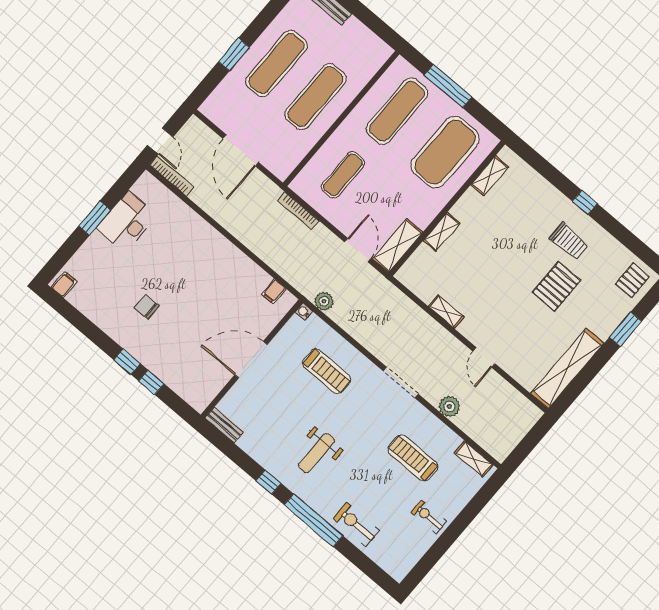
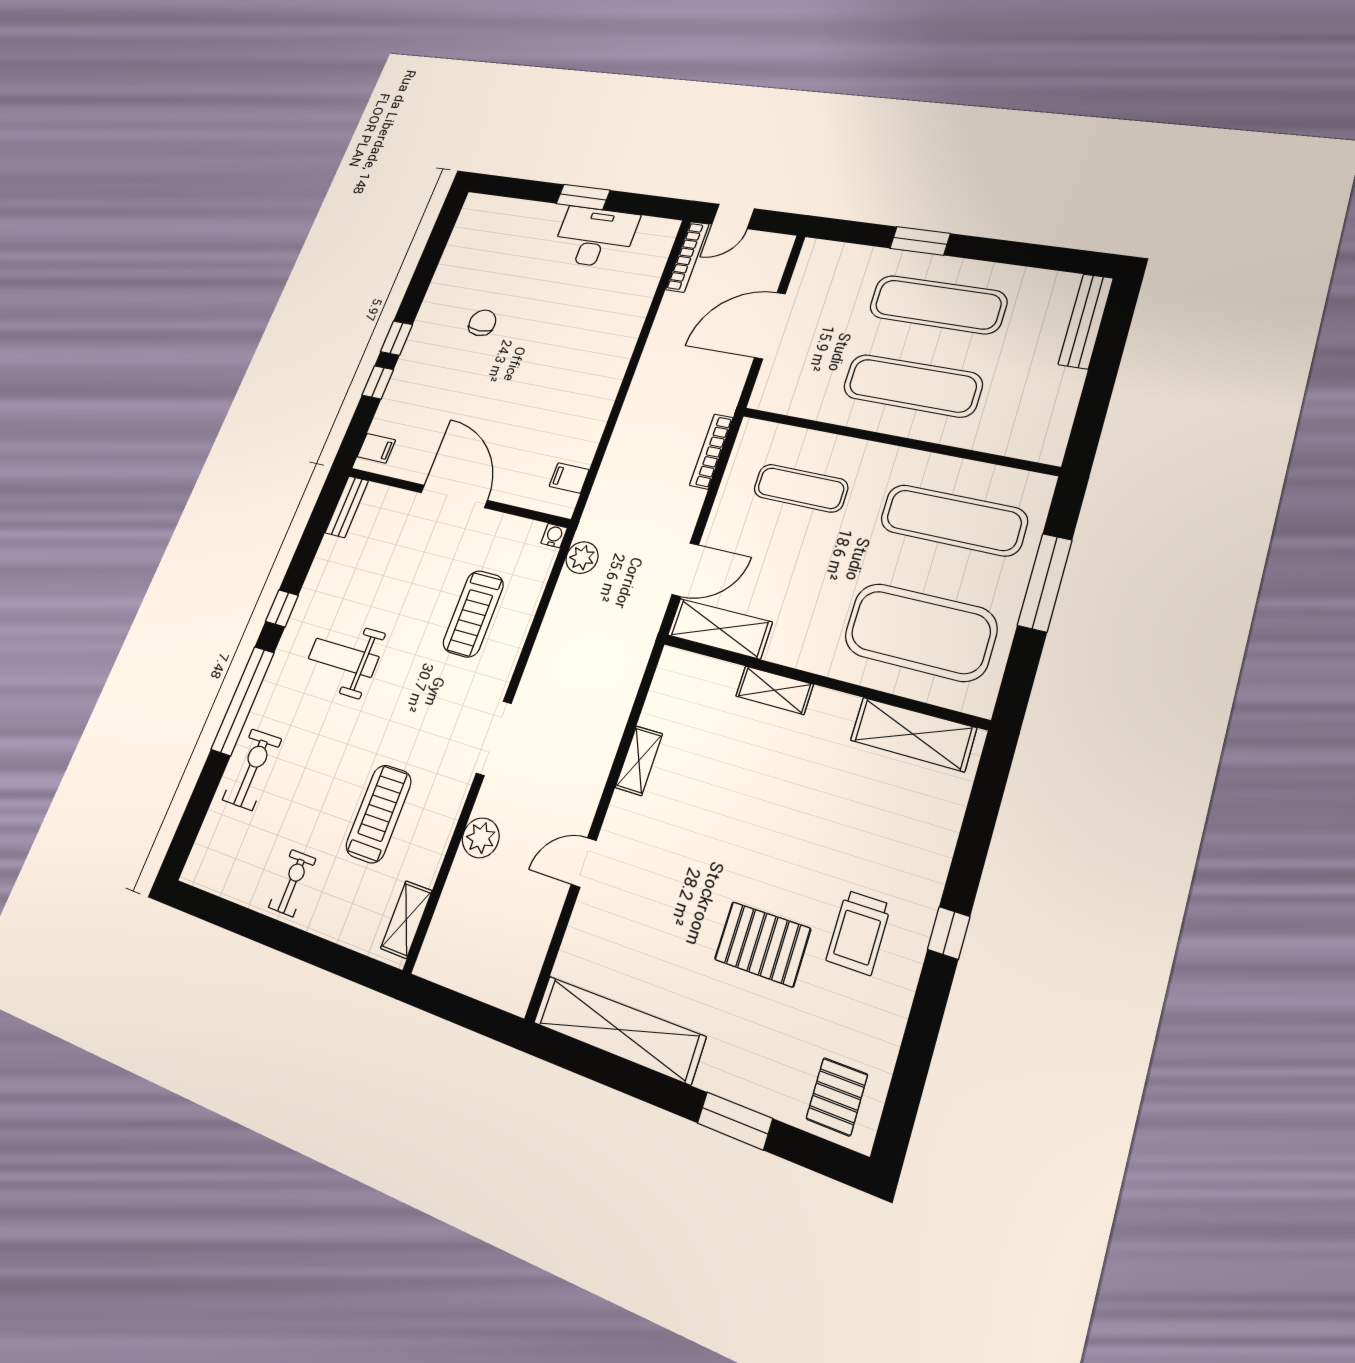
shelving: (490, 176) -> (913, 734), width x1.50, depth x1.33
pallet: (632, 280) -> (837, 1097), turned 90
filing cabinet: (64, 284) -> (376, 448), moved

